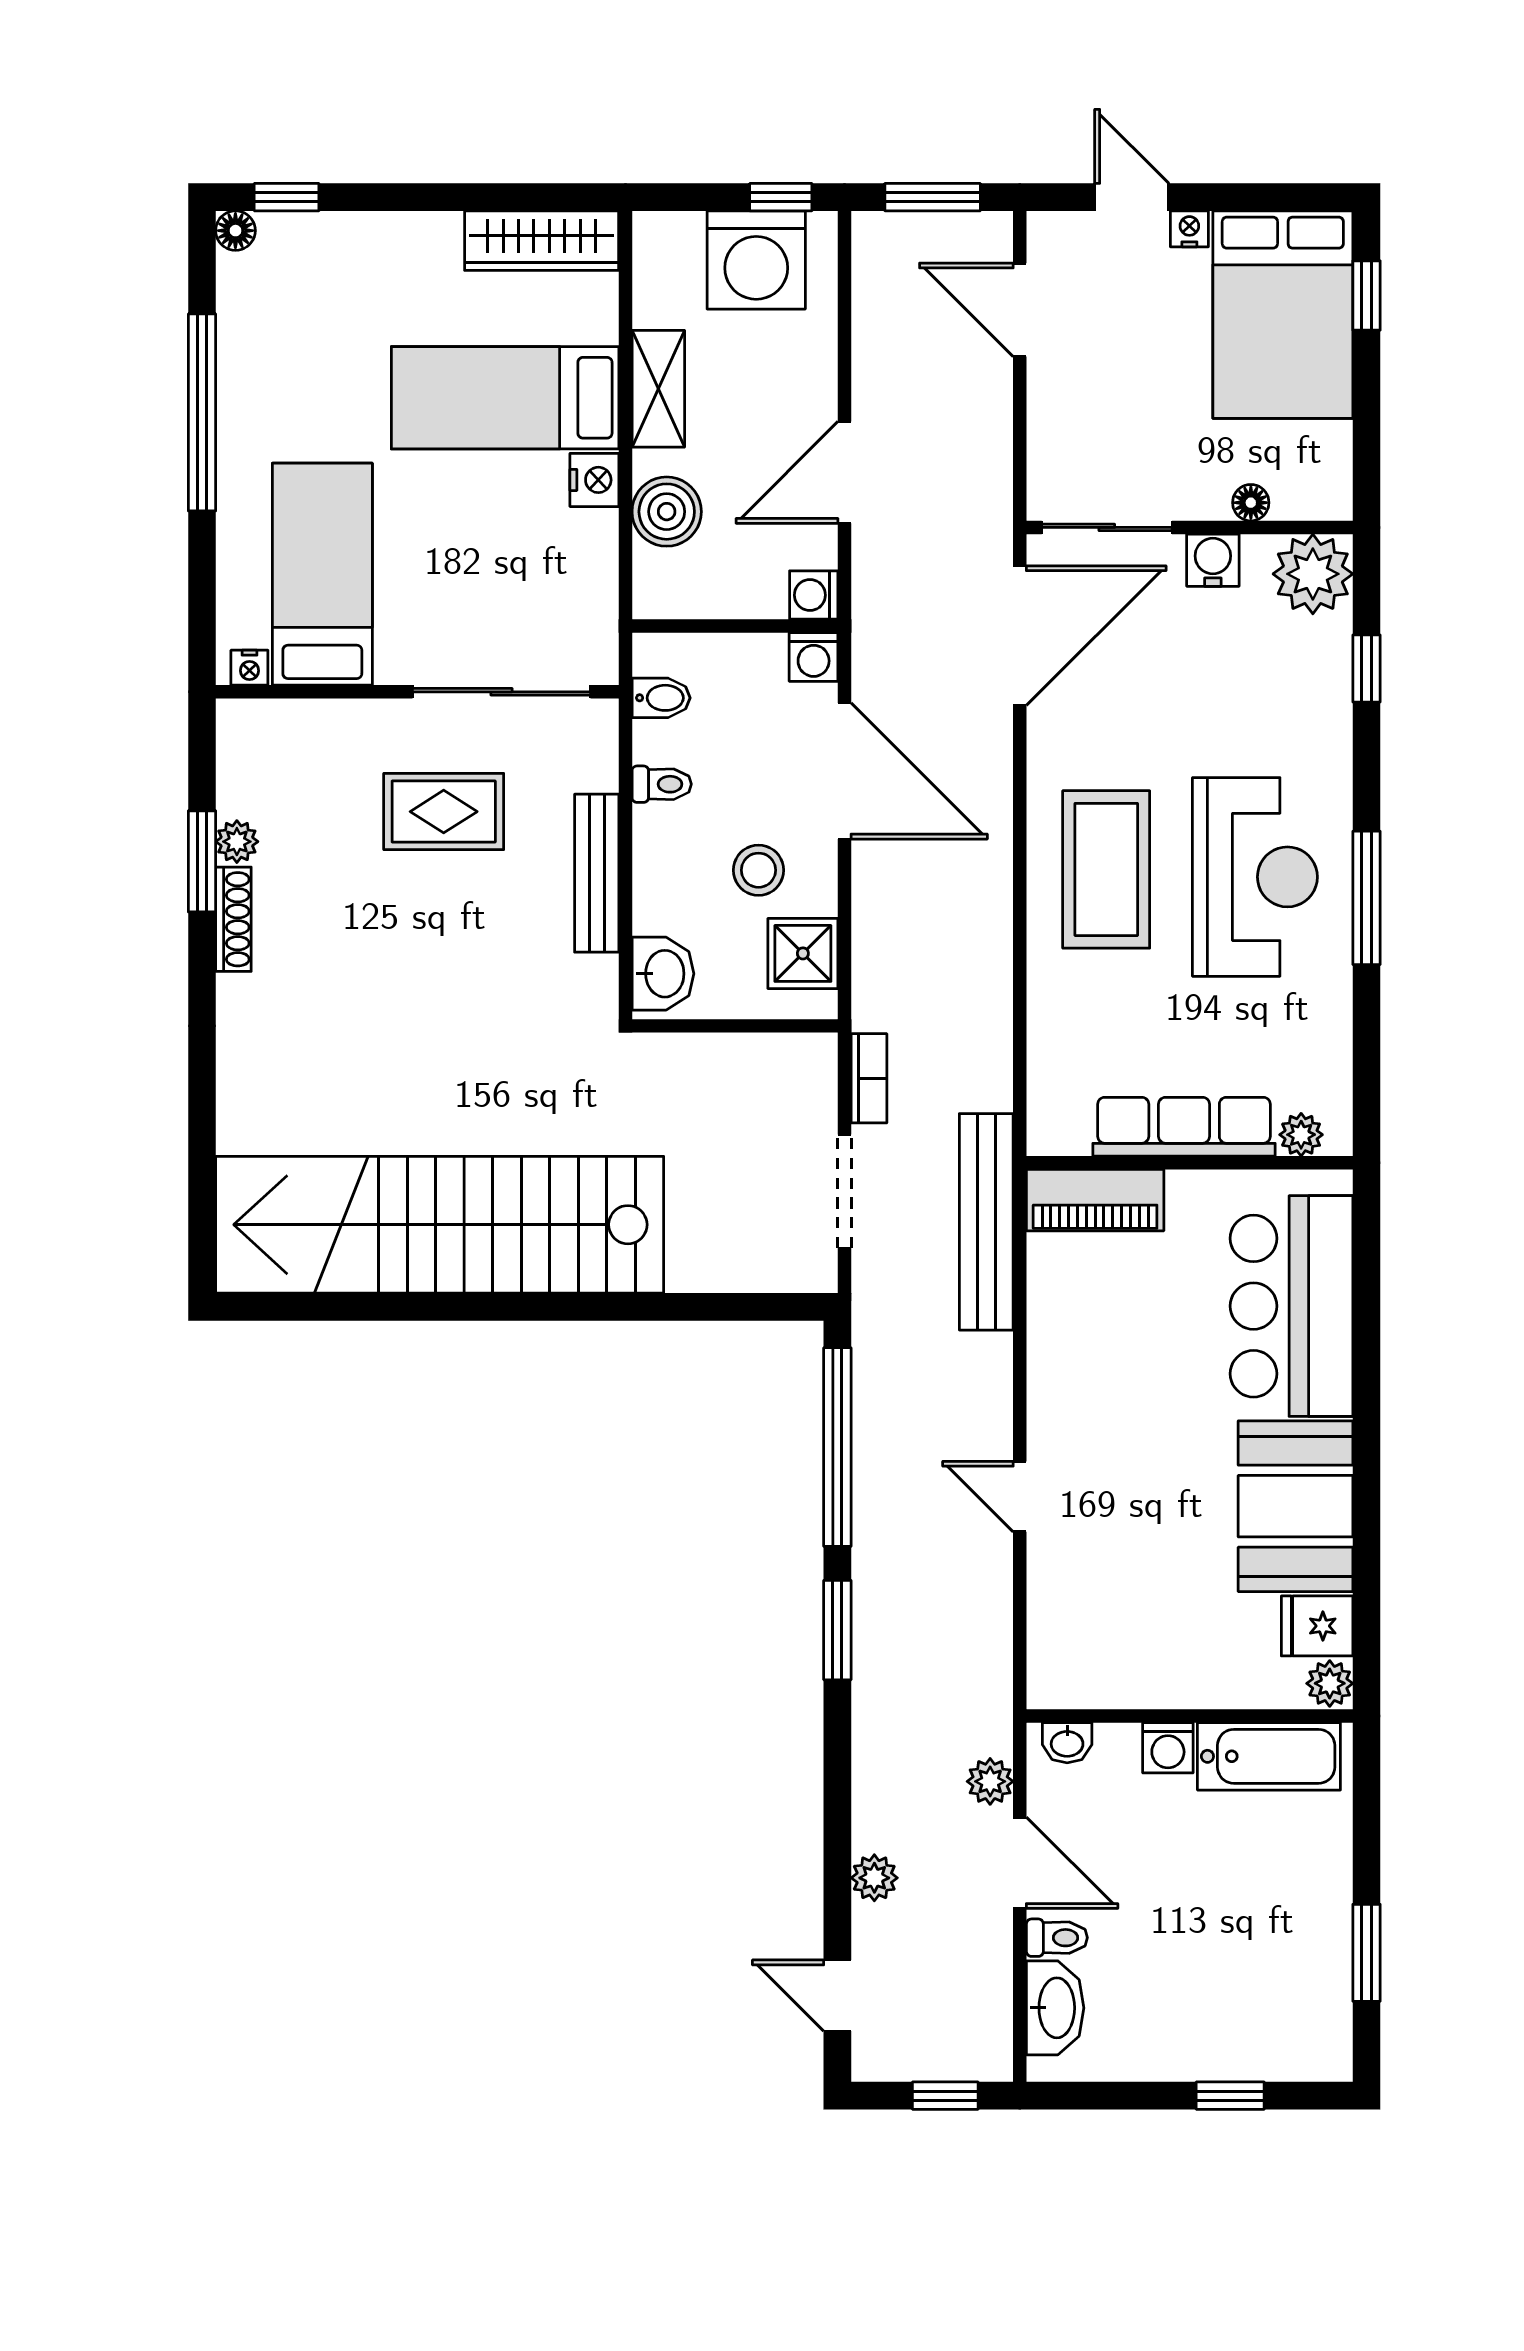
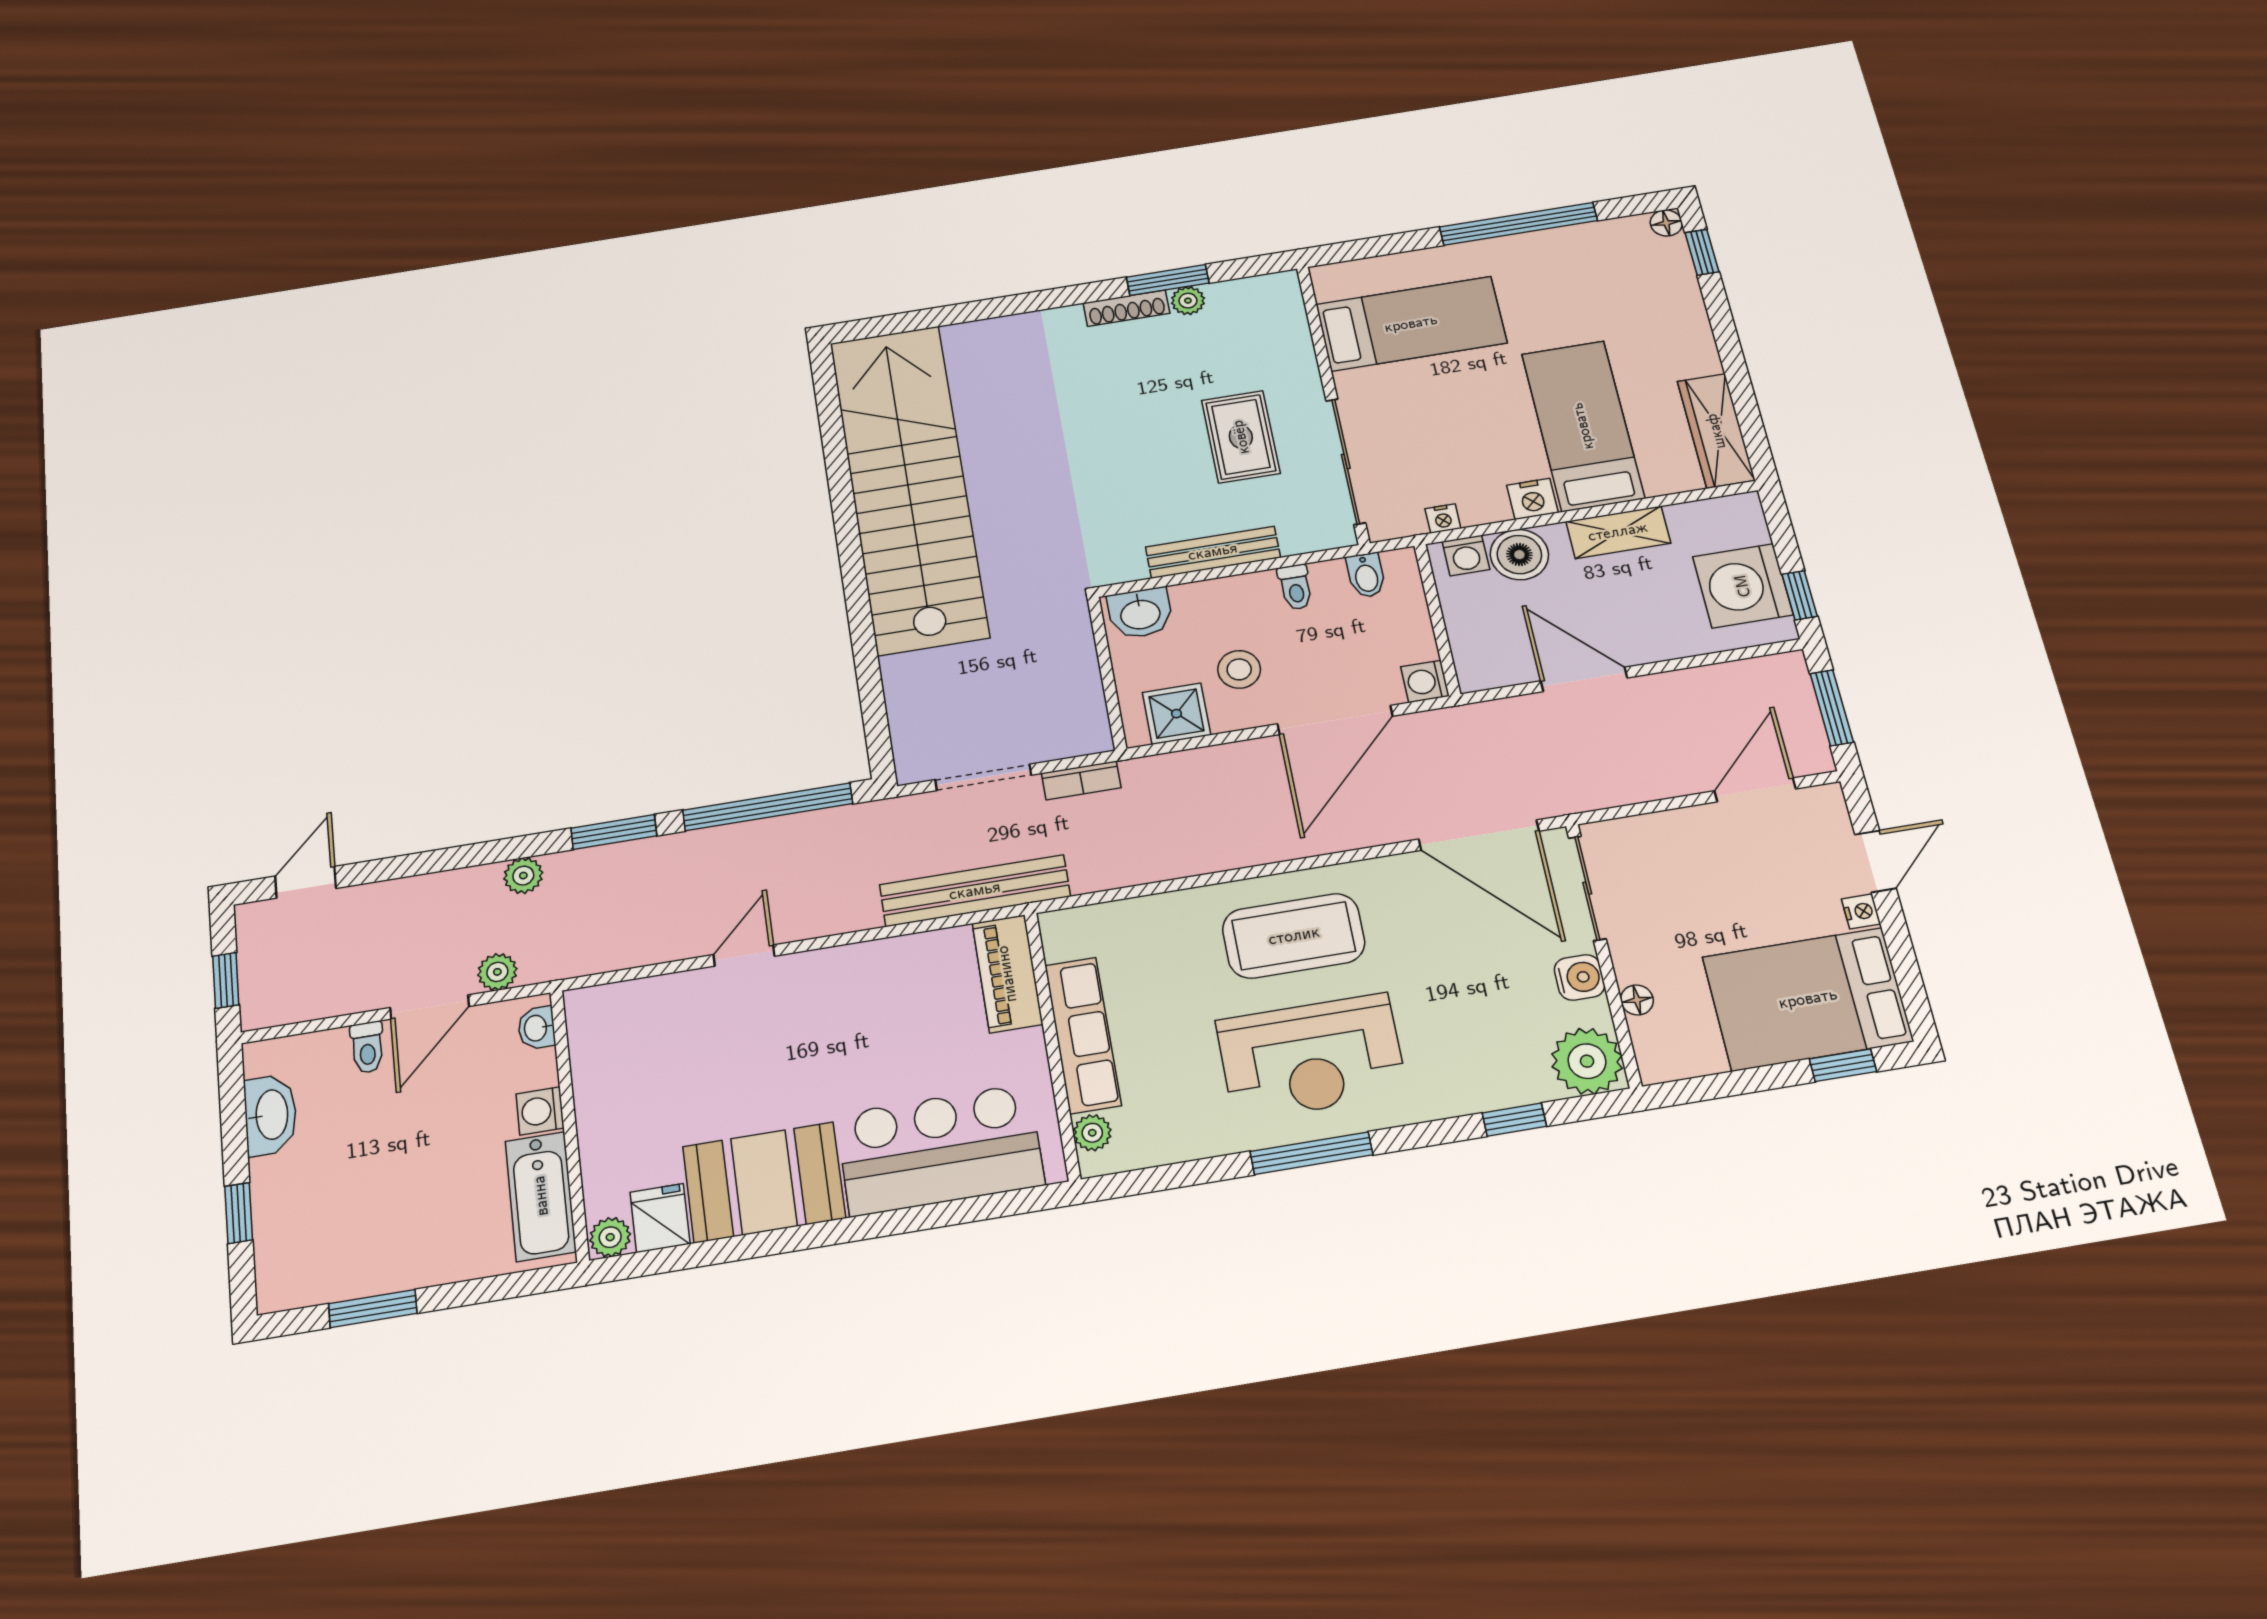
washing machine: (814, 595) -> (1466, 555), moved, turned 180
nightstand: (249, 668) -> (1443, 519), moved, turned -90
plant: (874, 1878) -> (523, 876), moved
washbasin: (1055, 2008) -> (270, 1115), moved, turned -90

